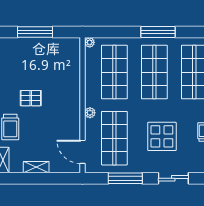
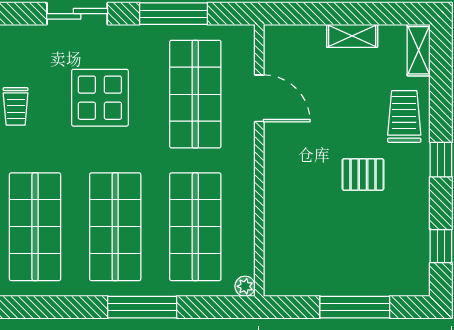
window: (158, 32) -> (142, 307), moved
plant: (90, 113) -> (244, 145), removed
door: (82, 152) -> (259, 98), moved

